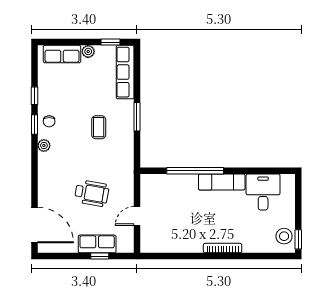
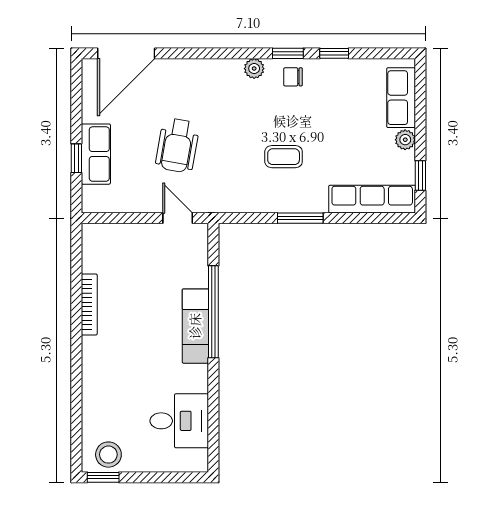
exam couch: (222, 182) -> (195, 326), moved
door: (137, 216) -> (178, 218), moved
bookcase: (223, 248) -> (89, 304), moved

